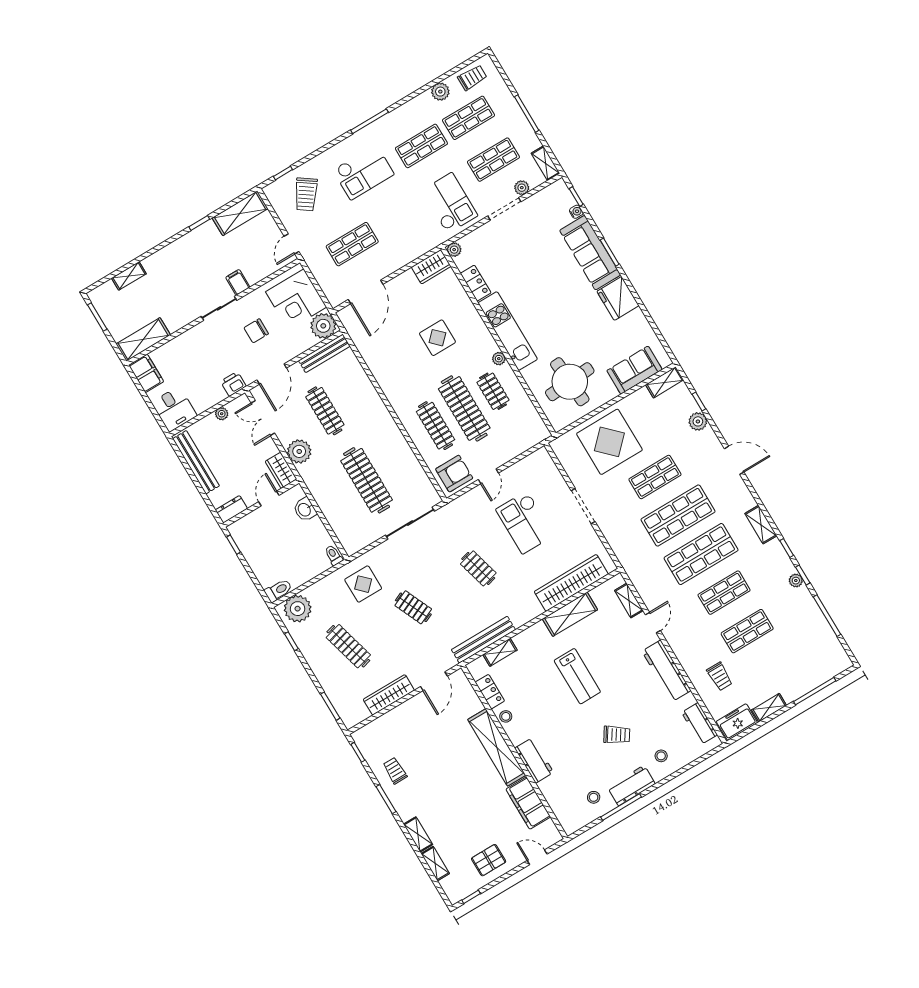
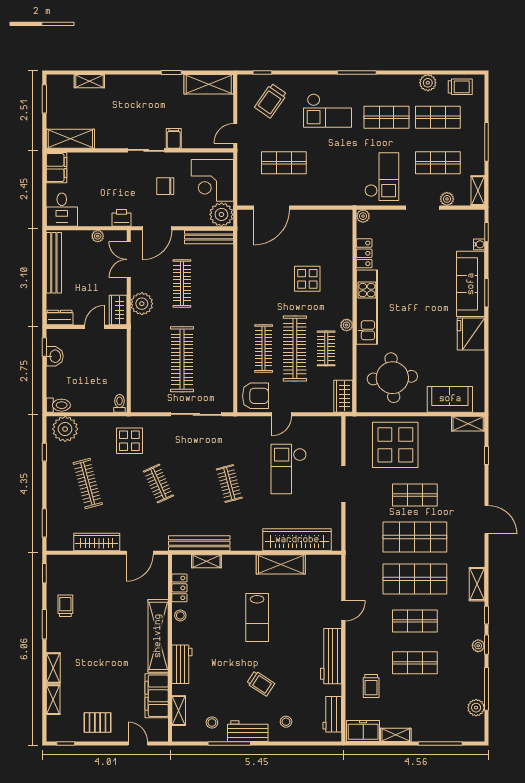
wardrobe: (431, 267) -> (343, 396), moved, turned 90
plant: (698, 421) -> (476, 708), moved
washbasin: (305, 509) -> (55, 356), moved, turned 180
shelving: (629, 601) -> (179, 711), moved

